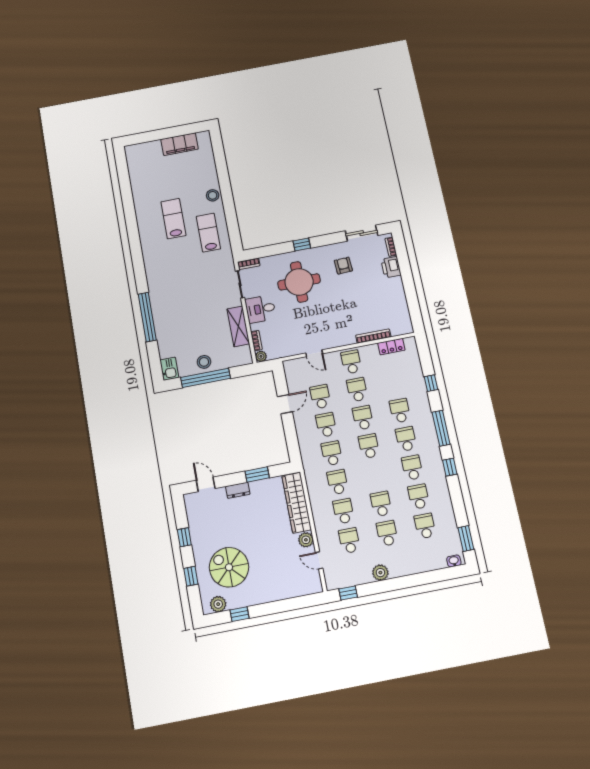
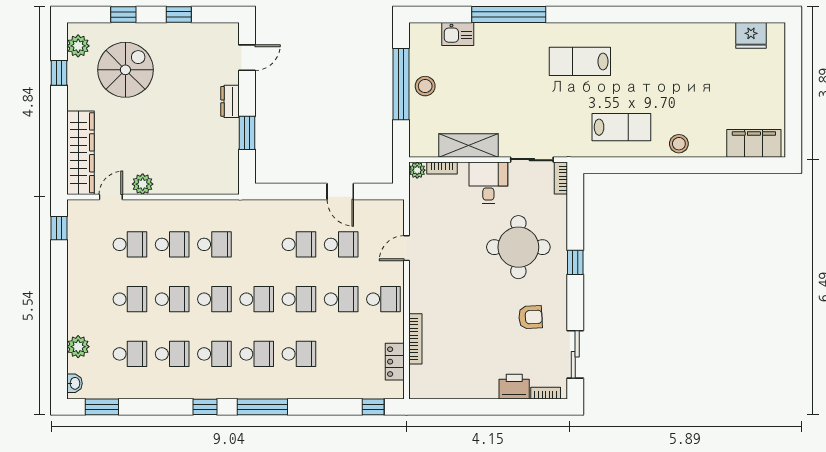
filing cabinet: (180, 144) -> (754, 143), moved, turned 90
fridge: (135, 165) -> (751, 35), added
lab bench: (173, 219) -> (580, 61), moved, turned 180
kitchen sink: (169, 369) -> (458, 34), moved
window: (431, 383) -> (373, 407), moved
school desk: (332, 453) -> (214, 299), moved
wardrobe: (297, 503) -> (80, 153), moved, turned 90
plant: (380, 573) -> (78, 347), moved

